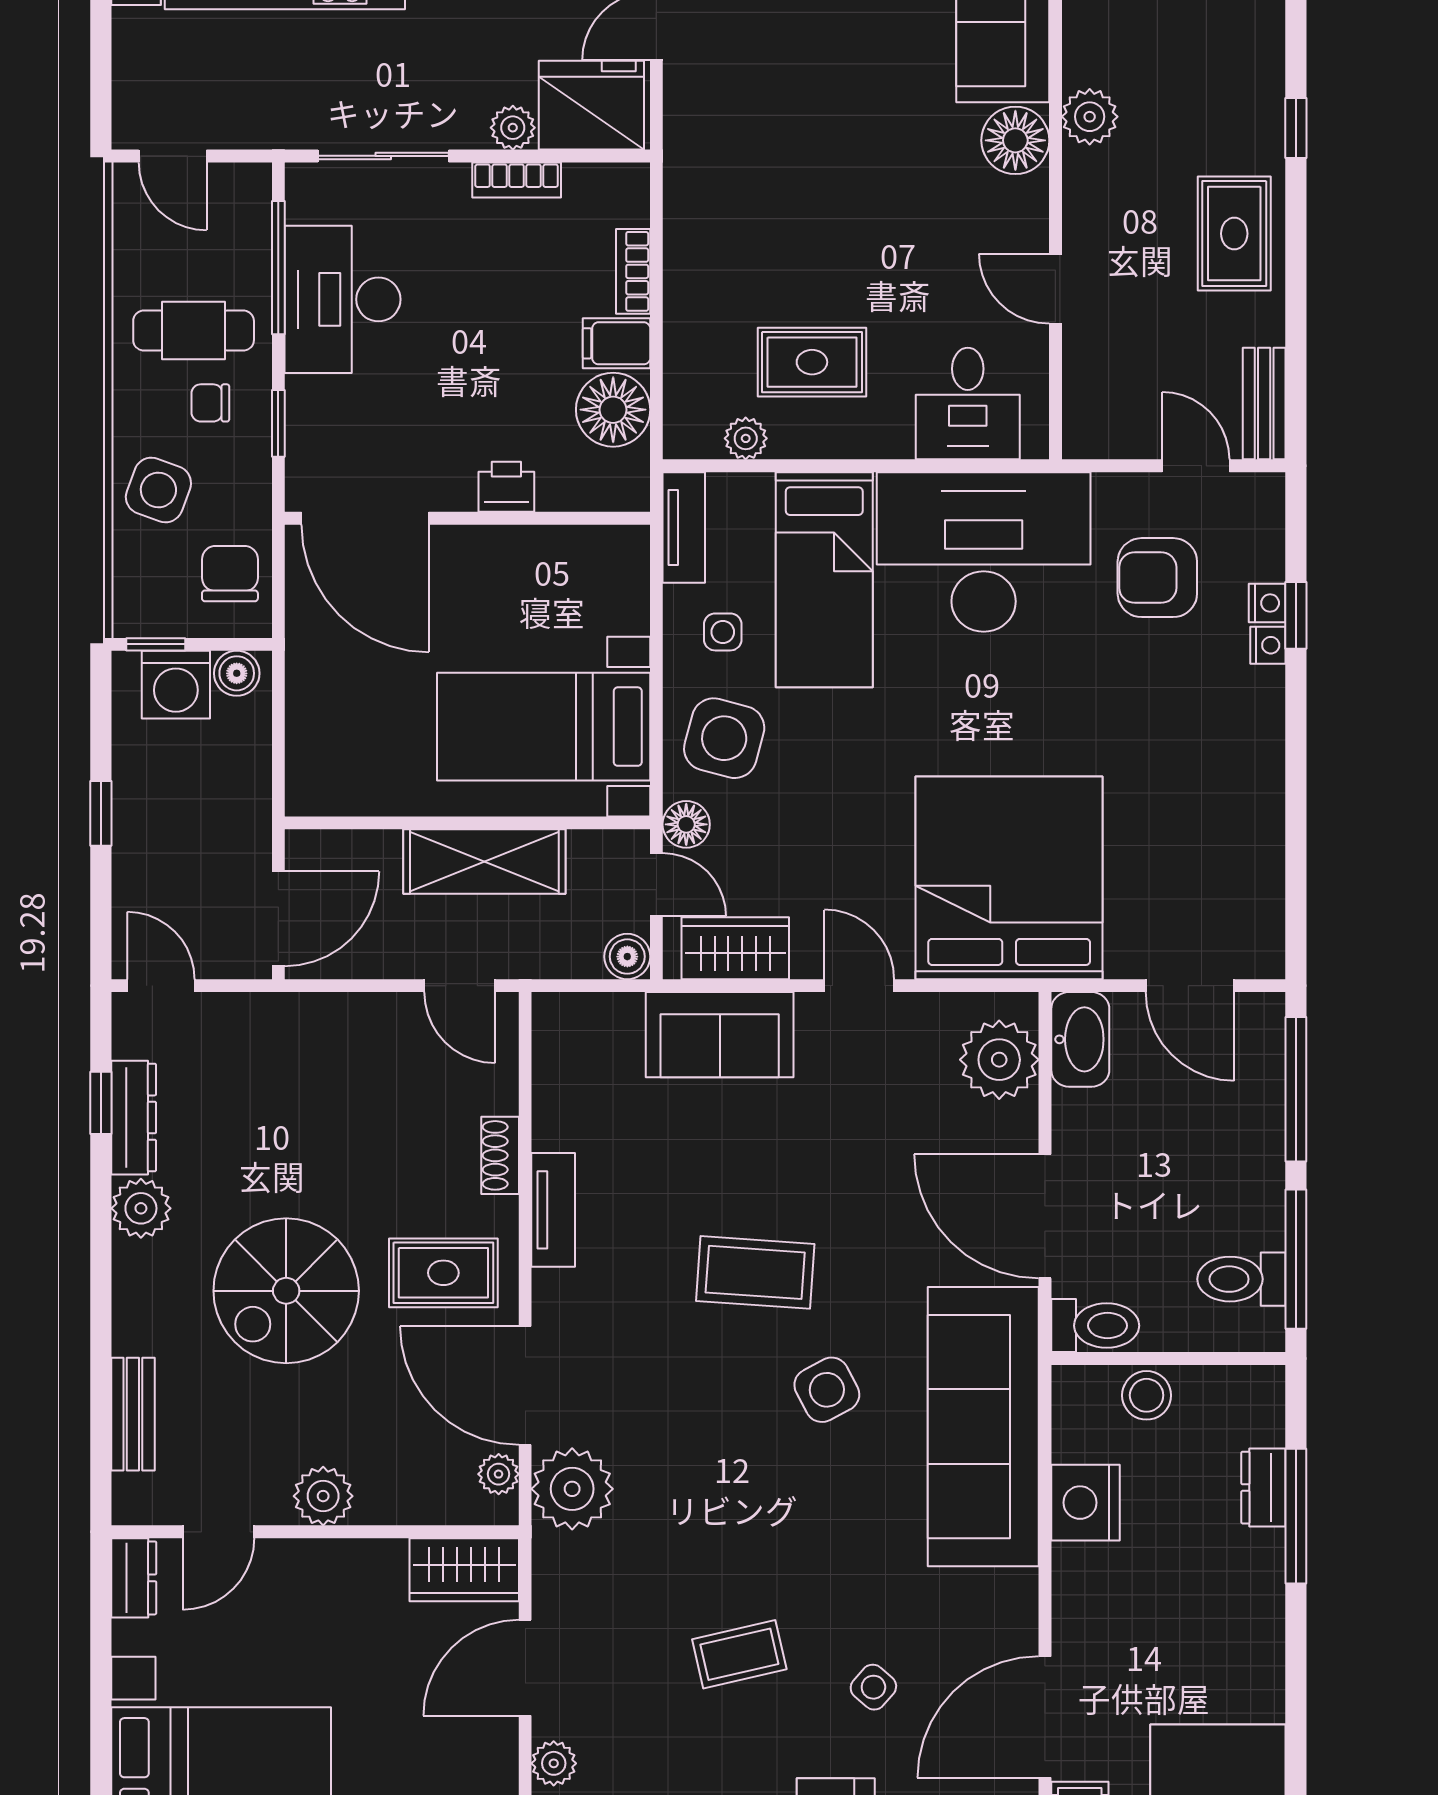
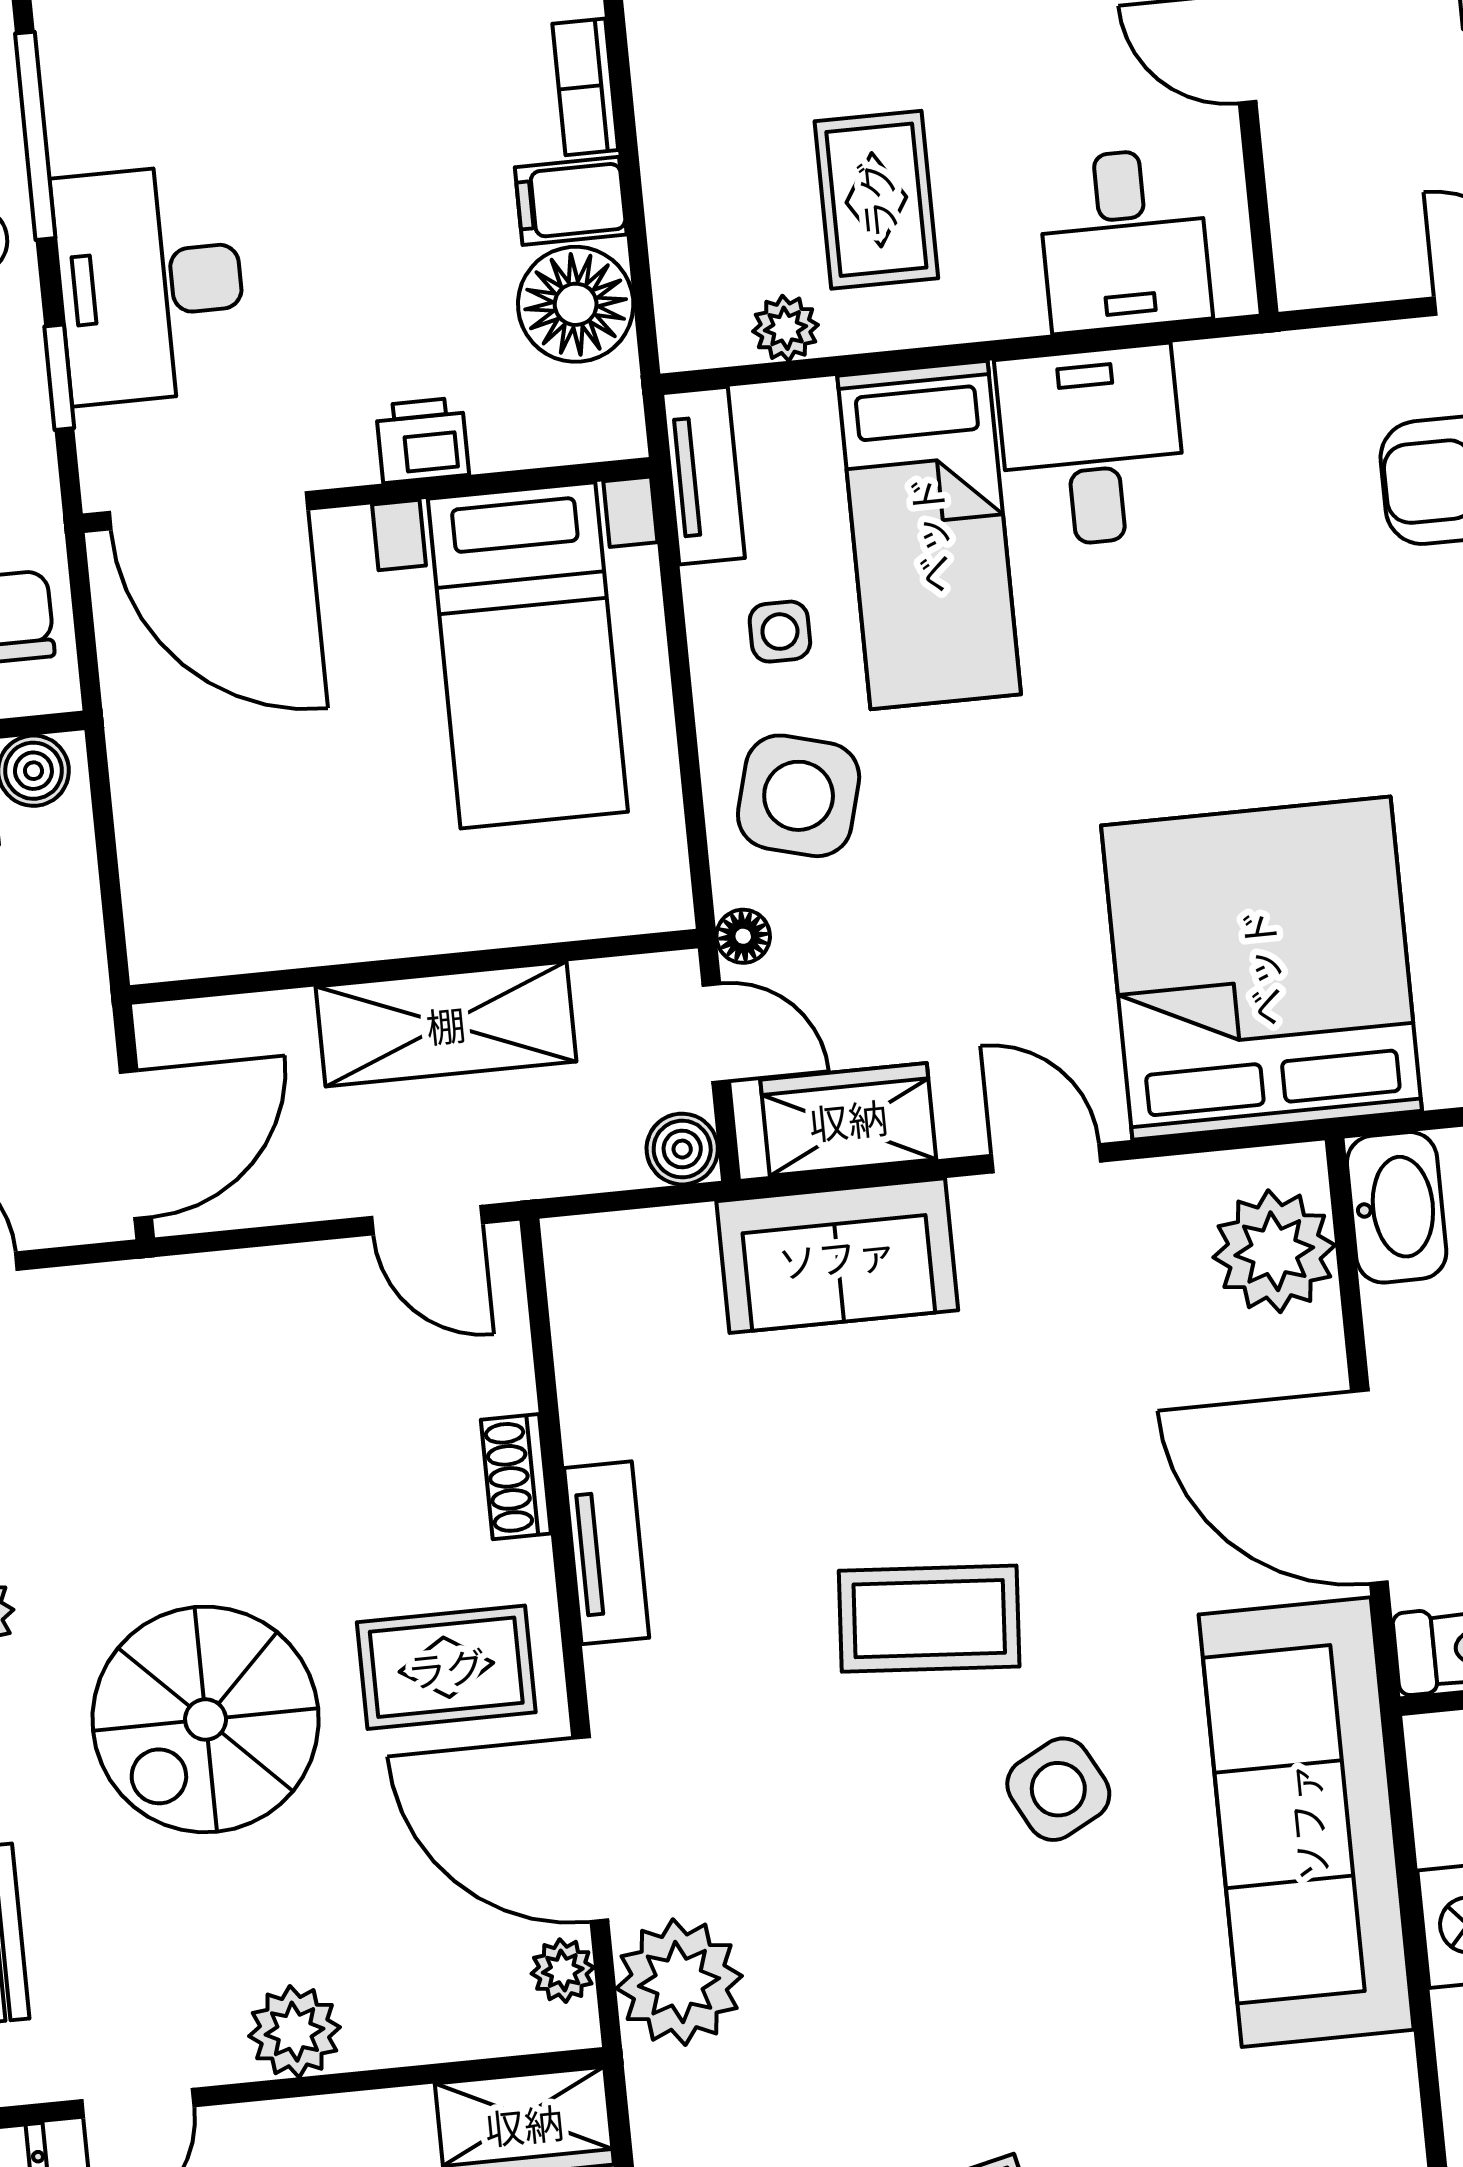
desk: (342, 299) -> (150, 284), moved
rug: (812, 362) -> (876, 200), turned 90
desk: (984, 552) -> (1092, 446), width x0.53, depth x0.77
bed with nightstands: (544, 727) -> (528, 655), moved, turned -90
floor lamp: (686, 824) -> (743, 936), width x0.73, depth x0.73

